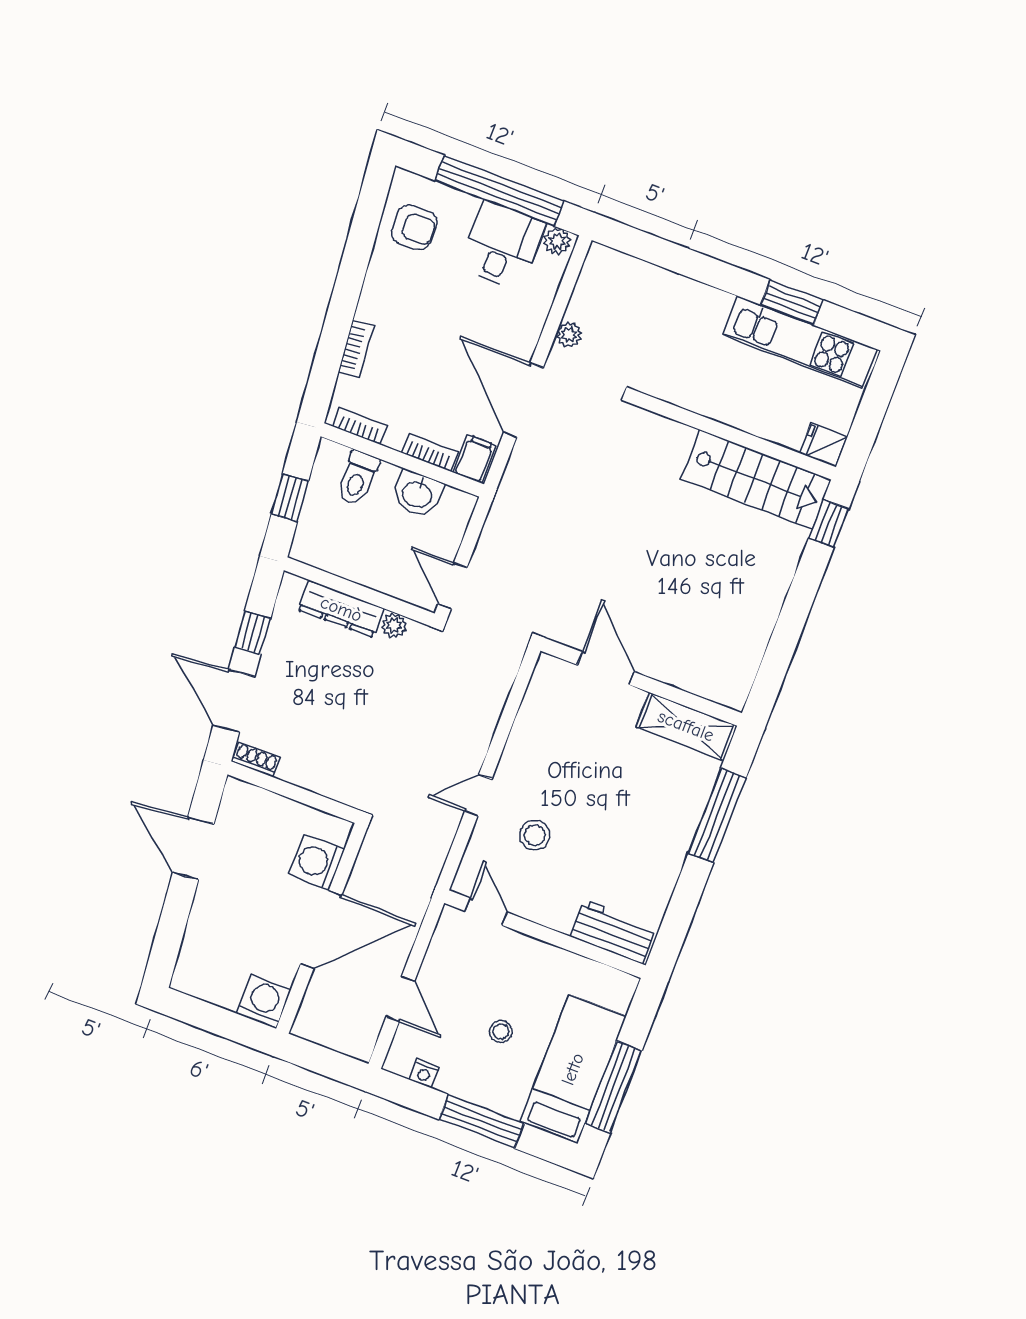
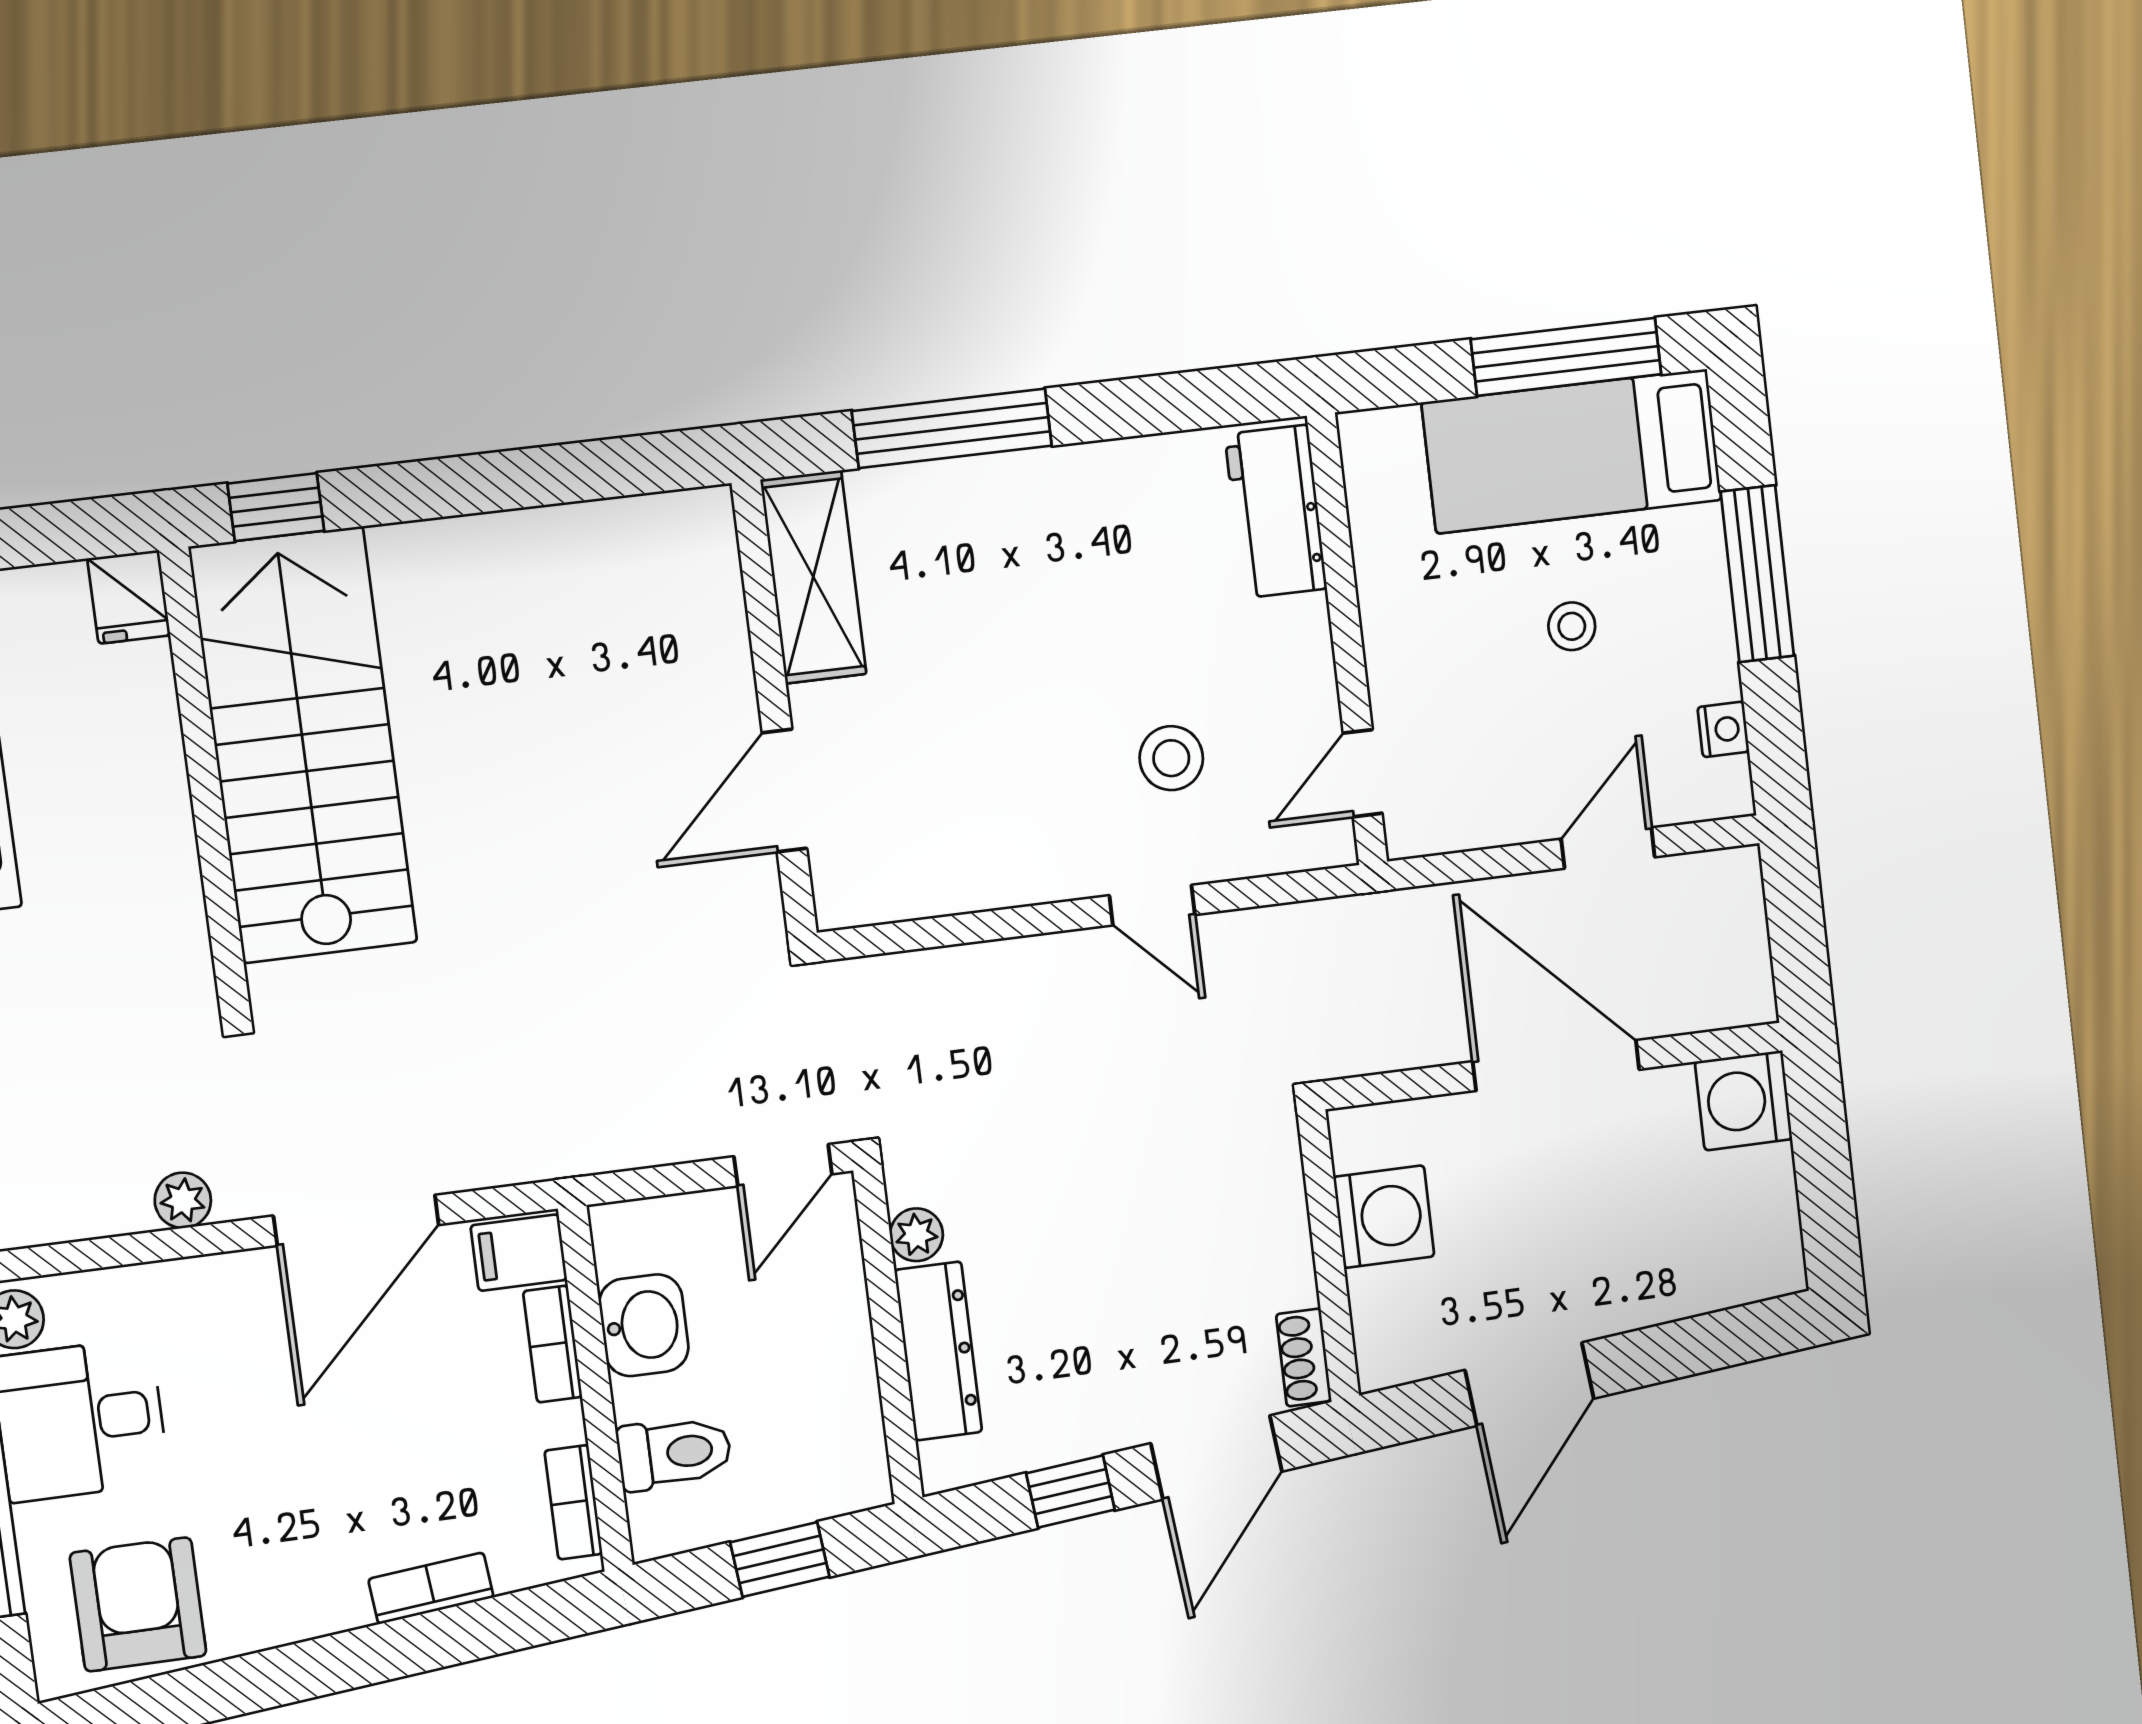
armchair: (414, 227) -> (138, 1604), width x1.38, depth x1.38
stairs: (756, 479) -> (303, 745), width x1.36, depth x1.51
washing machine: (317, 862) -> (1384, 1217), moved, turned -90

